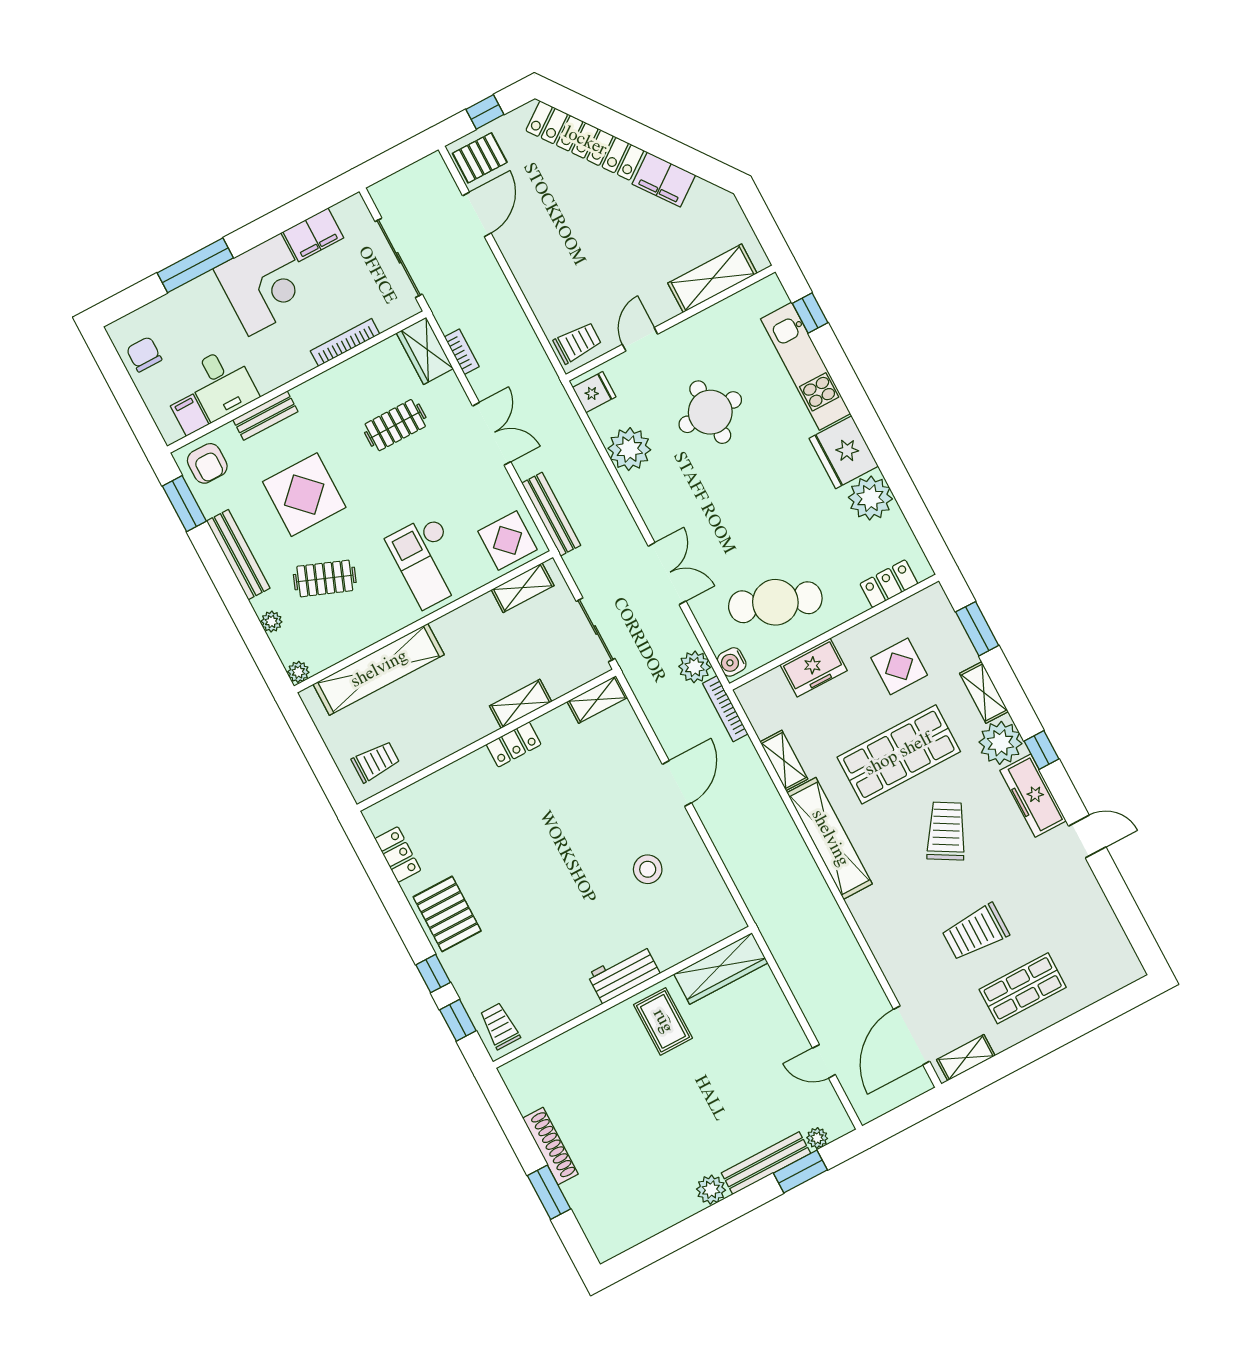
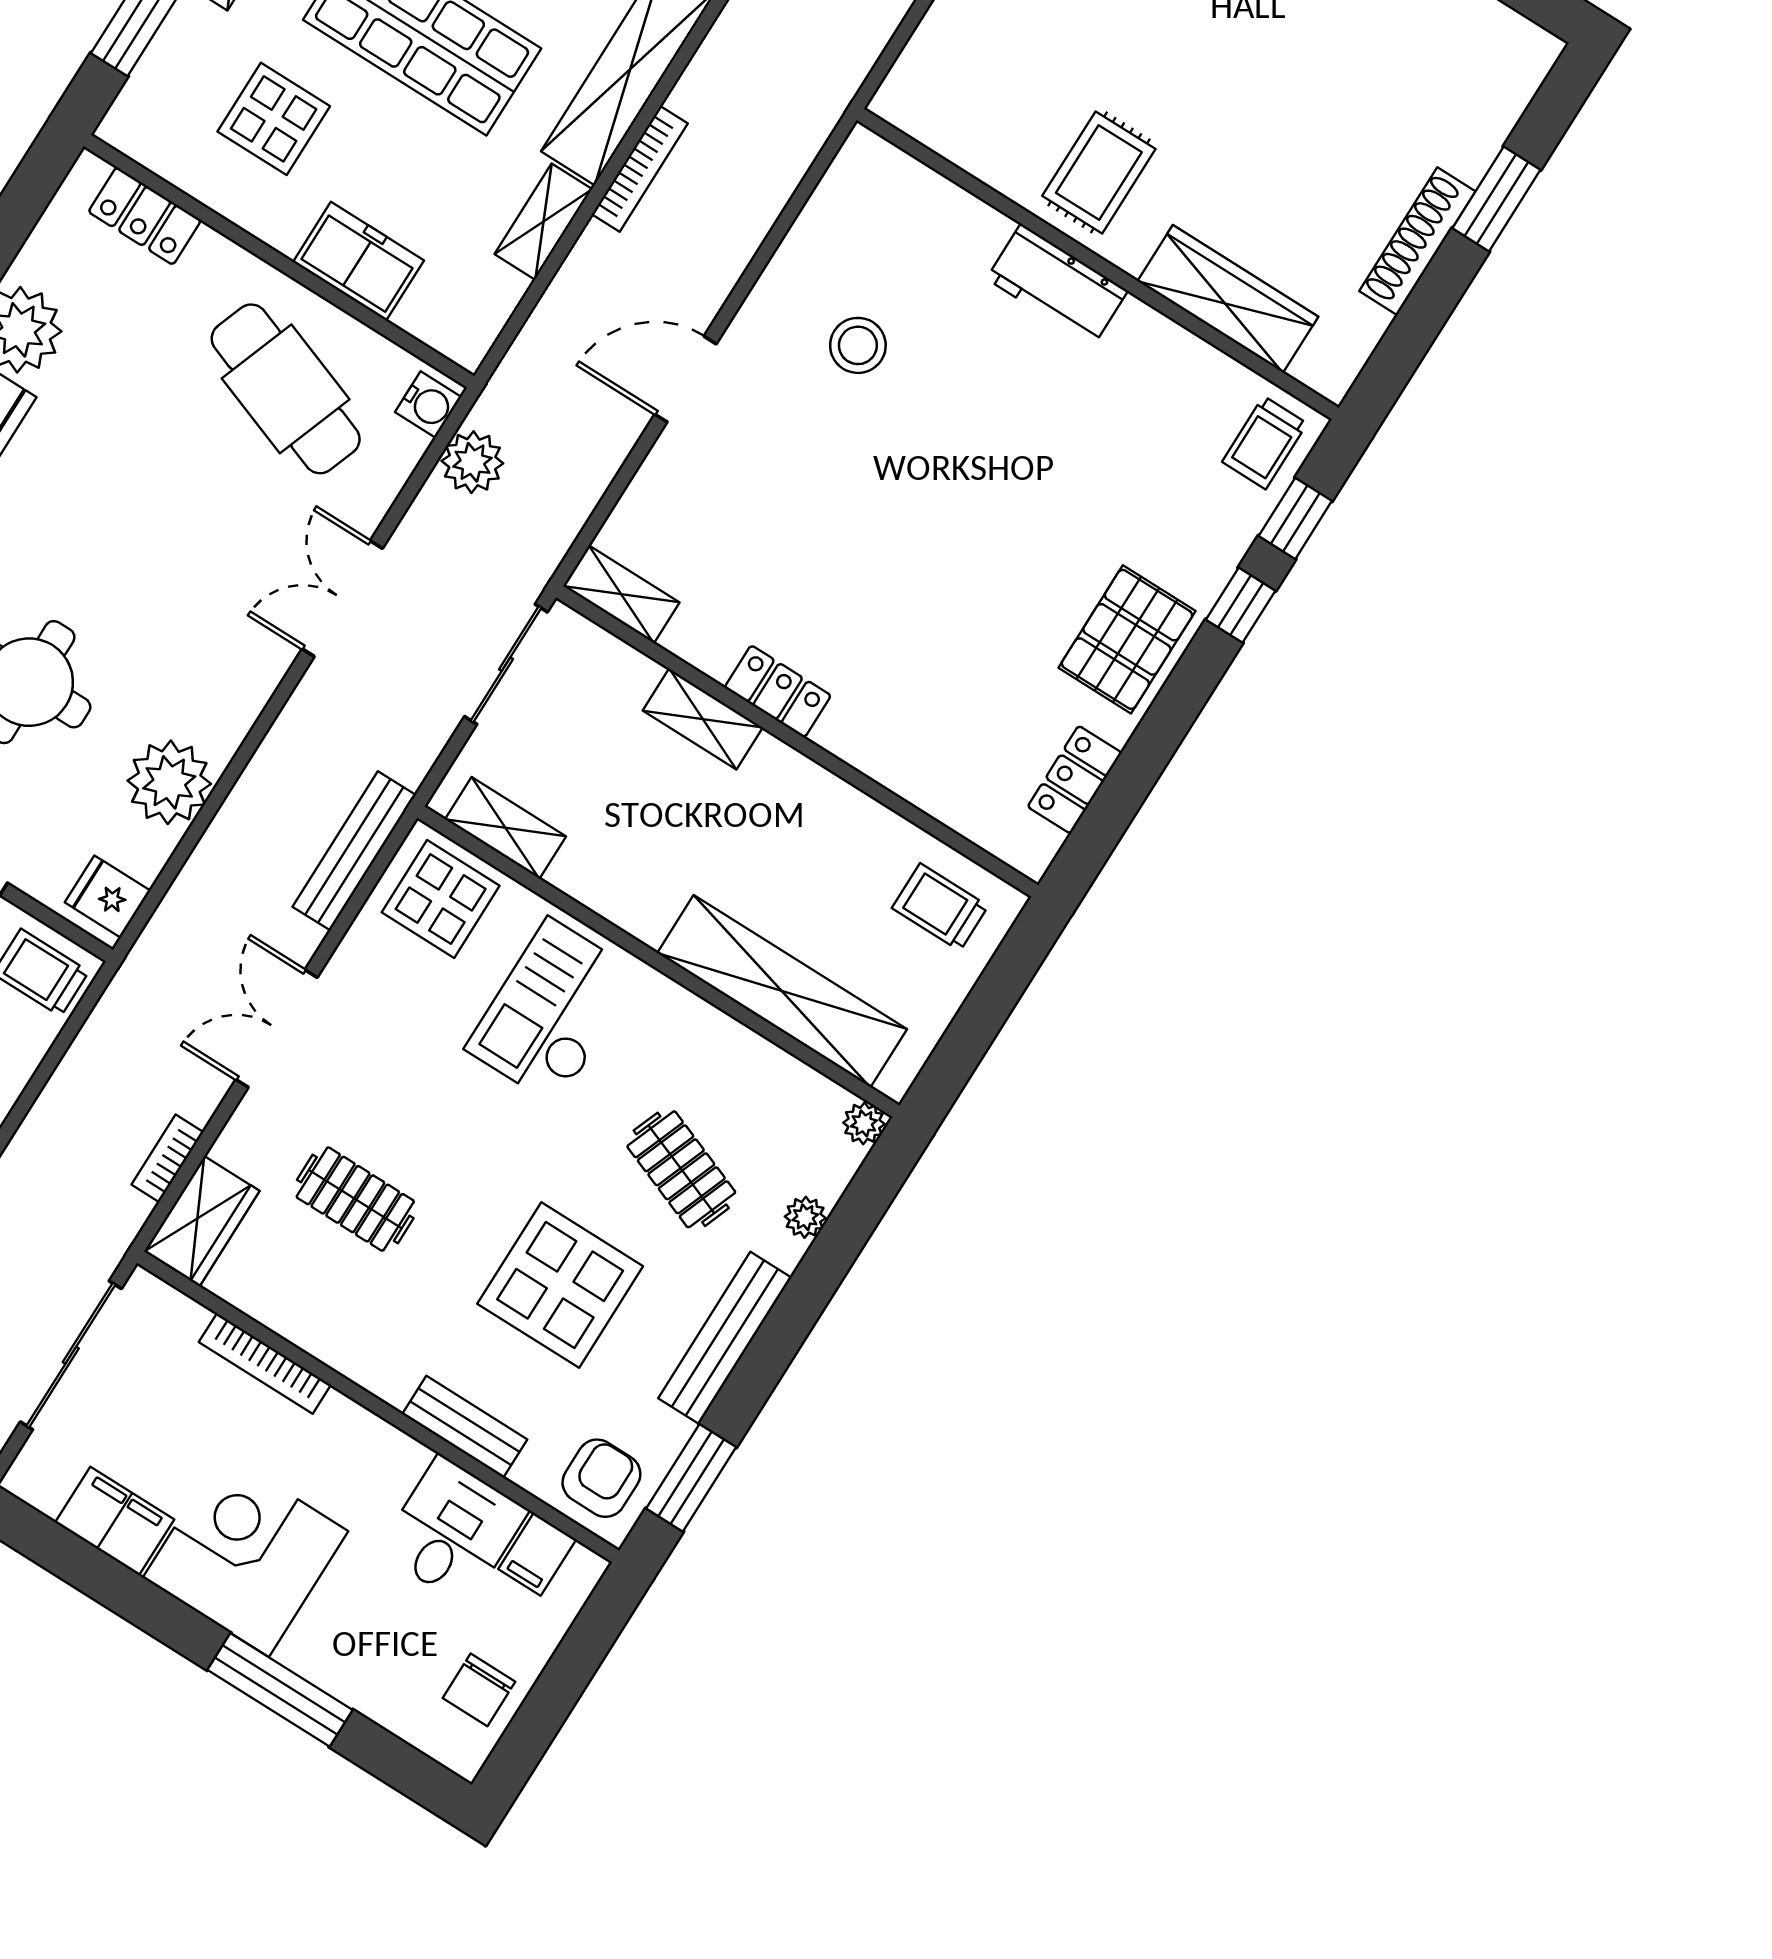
checkout: (428, 561) -> (552, 1012), turned 180
bookcase: (725, 709) -> (640, 169), moved
wardrobe: (721, 969) -> (1228, 299), moved

